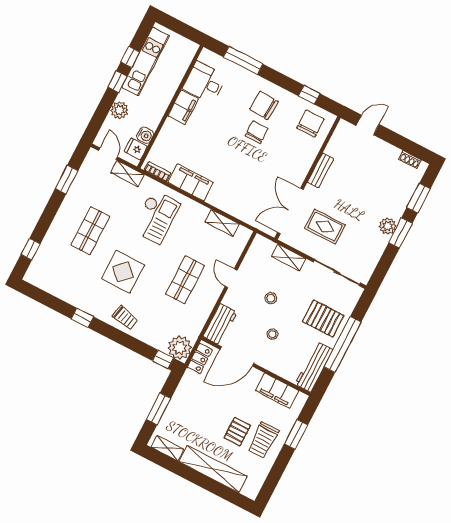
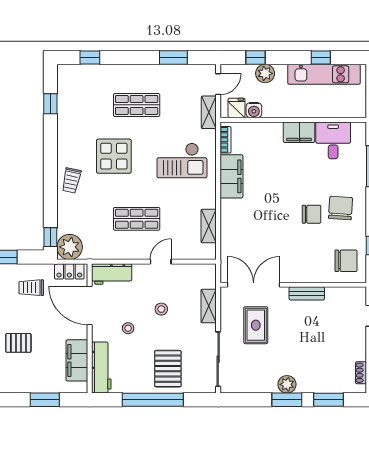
window: (117, 82) -> (256, 58), moved
window: (82, 318) -> (50, 104), moved
workbench: (314, 367) -> (101, 368), moved, turned 90
trolley: (263, 440) -> (31, 288), moved, width x0.73, depth x0.72

